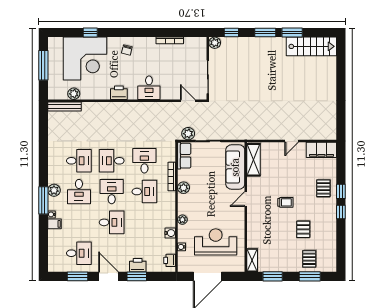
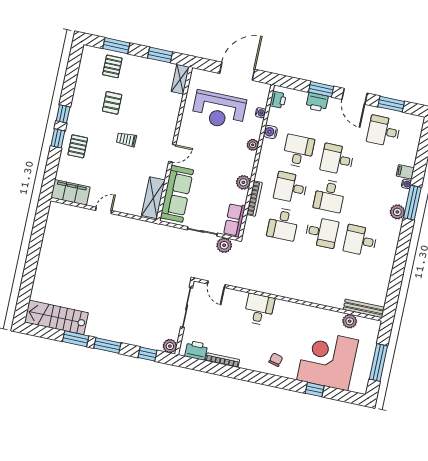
printer: (119, 93) -> (196, 350), moved, turned 180
desk: (79, 192) -> (298, 151), moved

